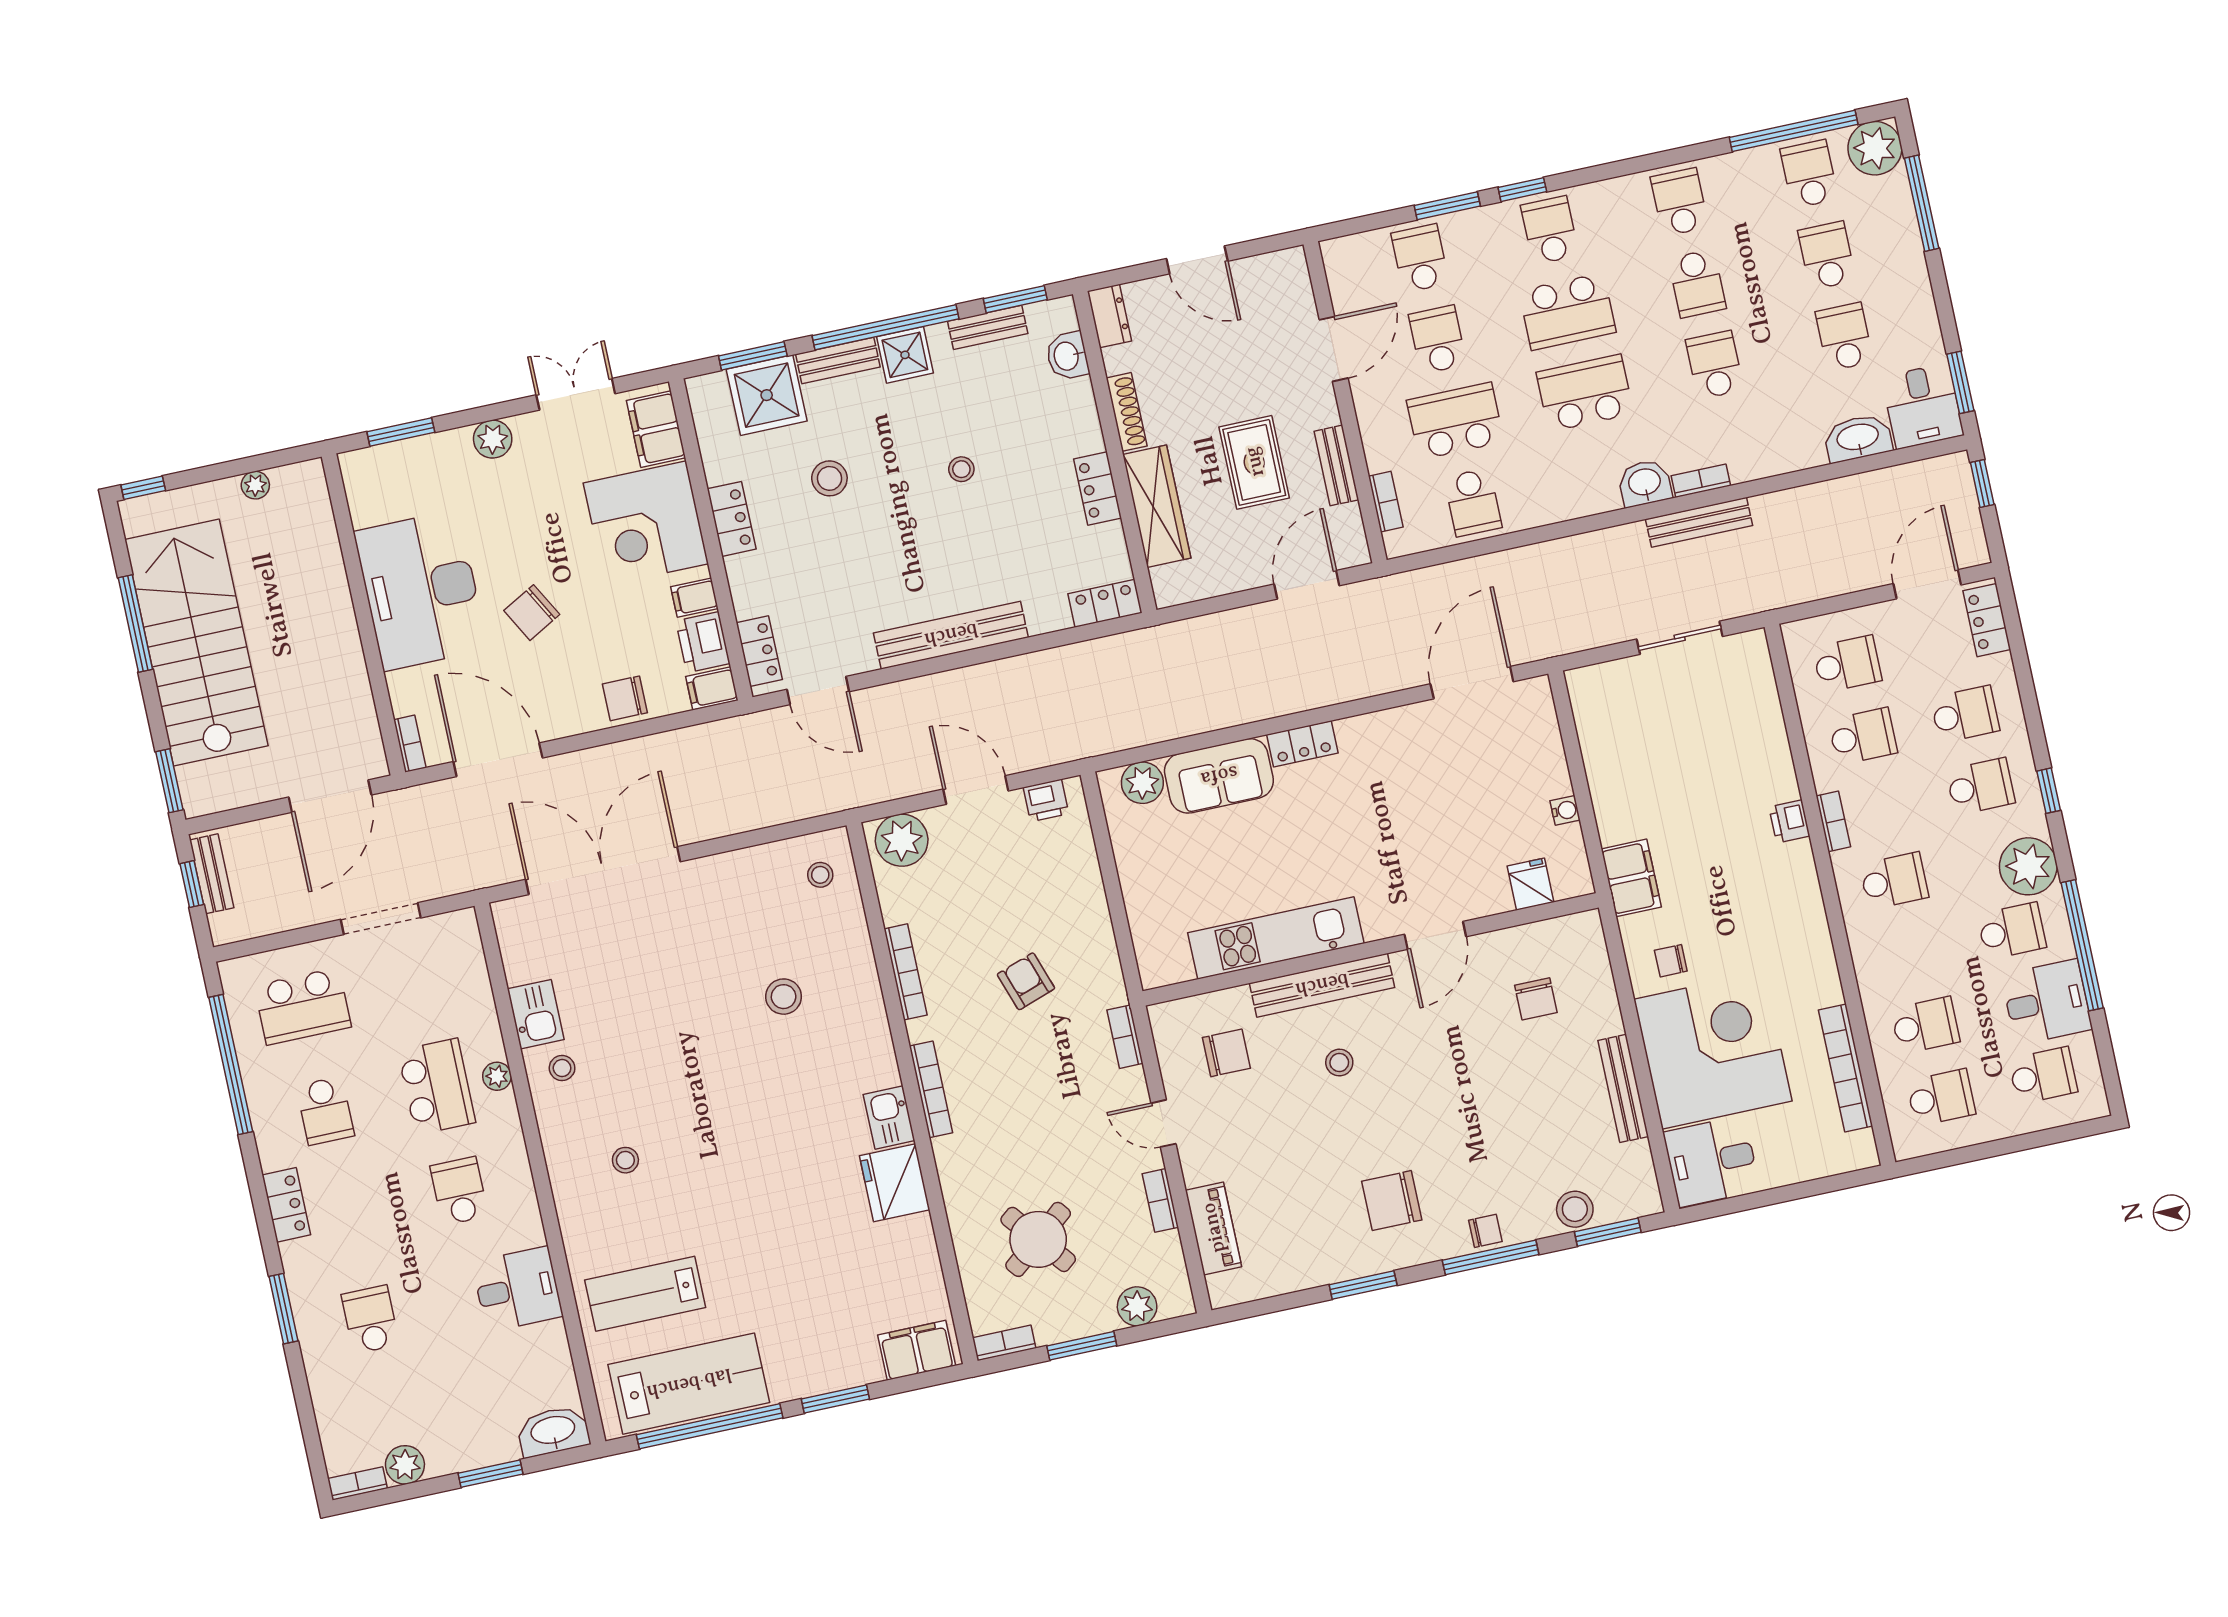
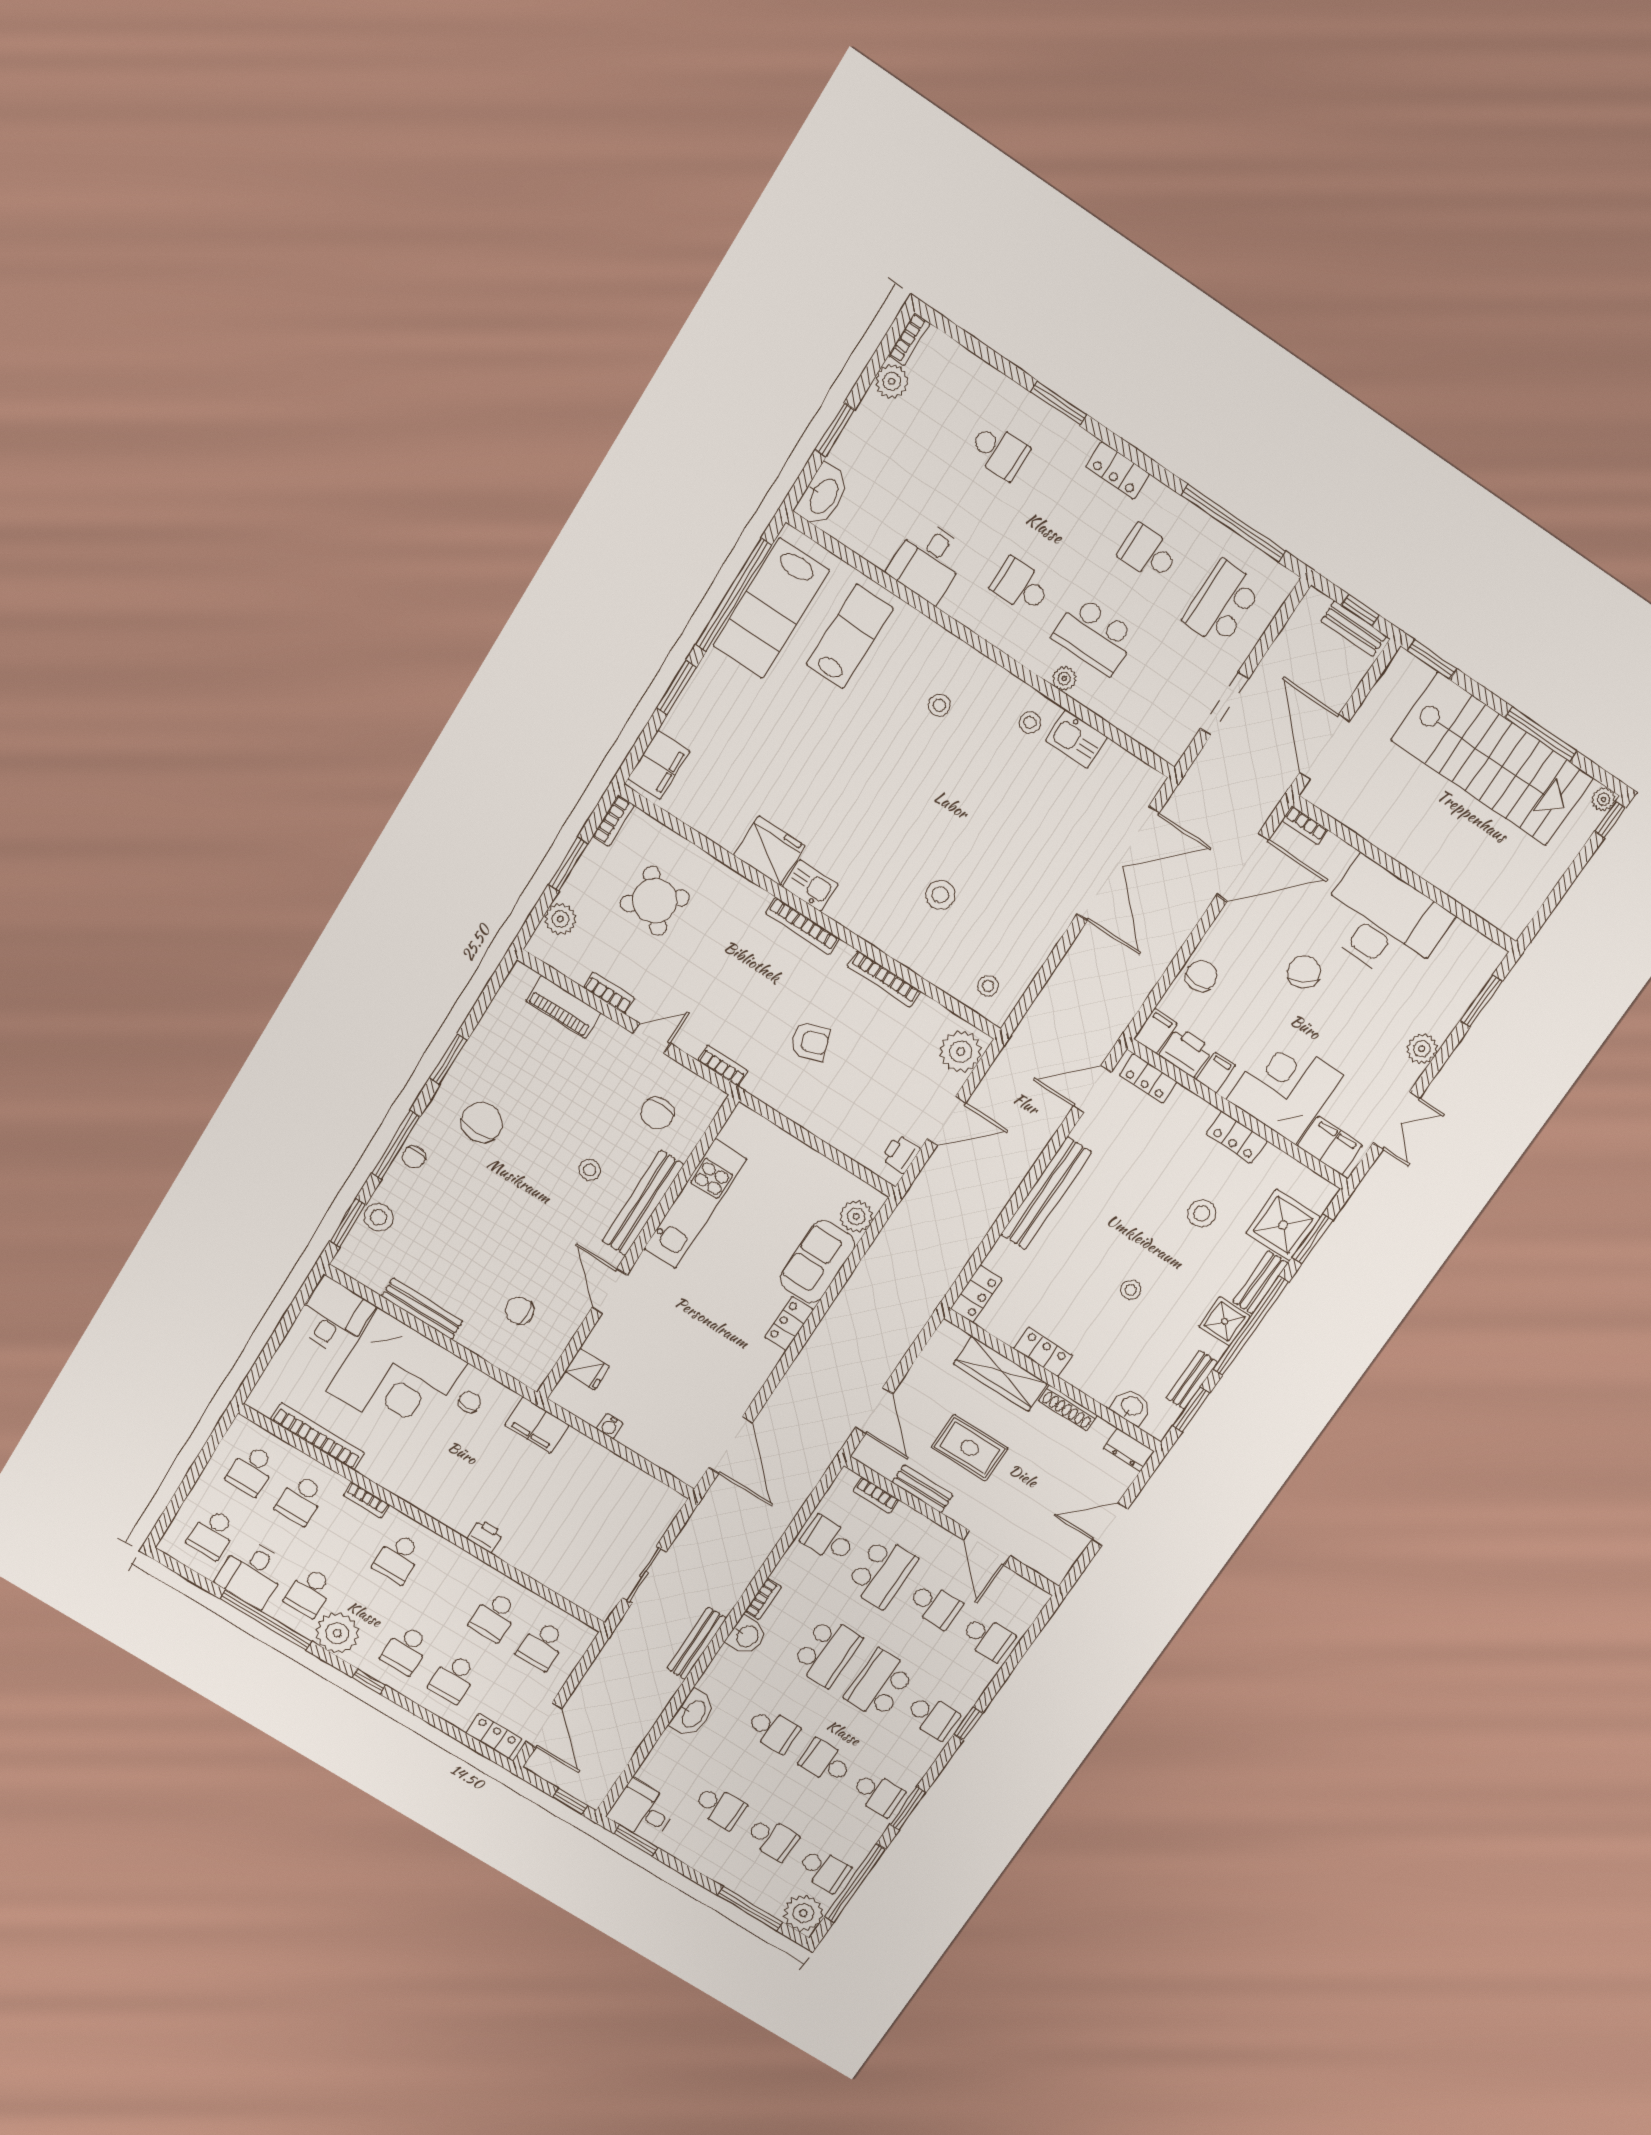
window: (1447, 206) -> (908, 1808), moved
washbasin: (1858, 438) -> (693, 1714), moved
bookcase: (1701, 481) -> (763, 1599), moved
plant: (255, 485) -> (1604, 799), moved
bookcase: (1833, 821) -> (366, 1500), moved
school desk: (459, 1191) -> (1020, 586), turned 180

